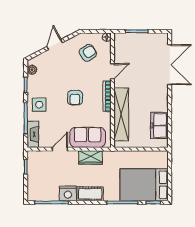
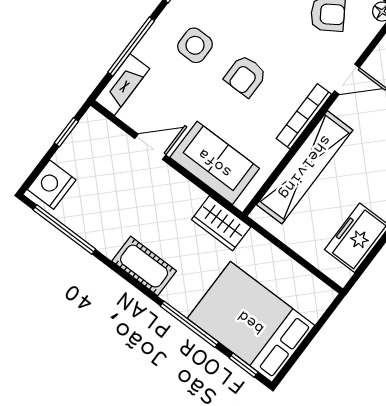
side table: (39, 105) -> (195, 45), moved
wardrobe: (91, 157) -> (221, 223), moved
nightstand: (68, 193) -> (52, 185), moved, turned 90

